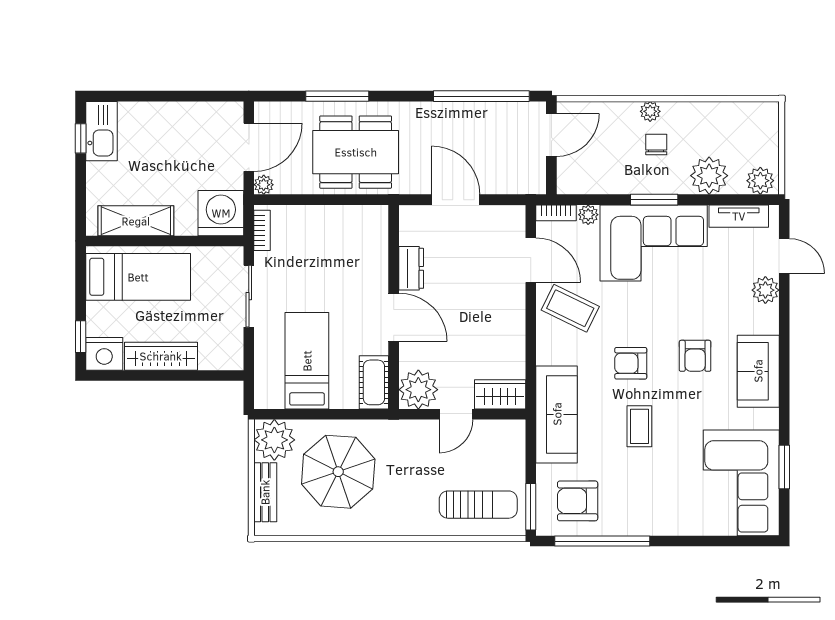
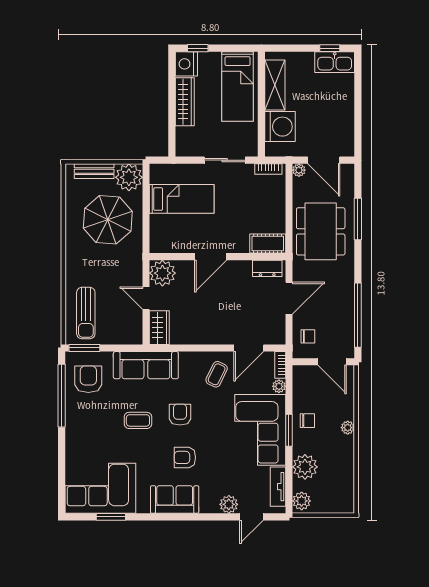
chair: (656, 145) -> (307, 421), moved
chair: (513, 171) -> (308, 336), added
washing machine: (221, 213) -> (280, 127), moved
dresser: (411, 268) -> (267, 268), moved
coffee table: (570, 308) -> (217, 374), width x0.73, depth x0.77
cot: (374, 382) -> (268, 244), moved

